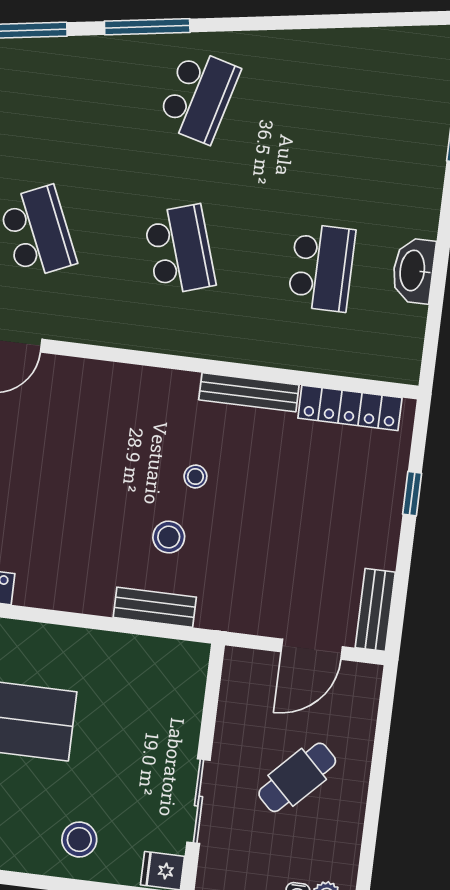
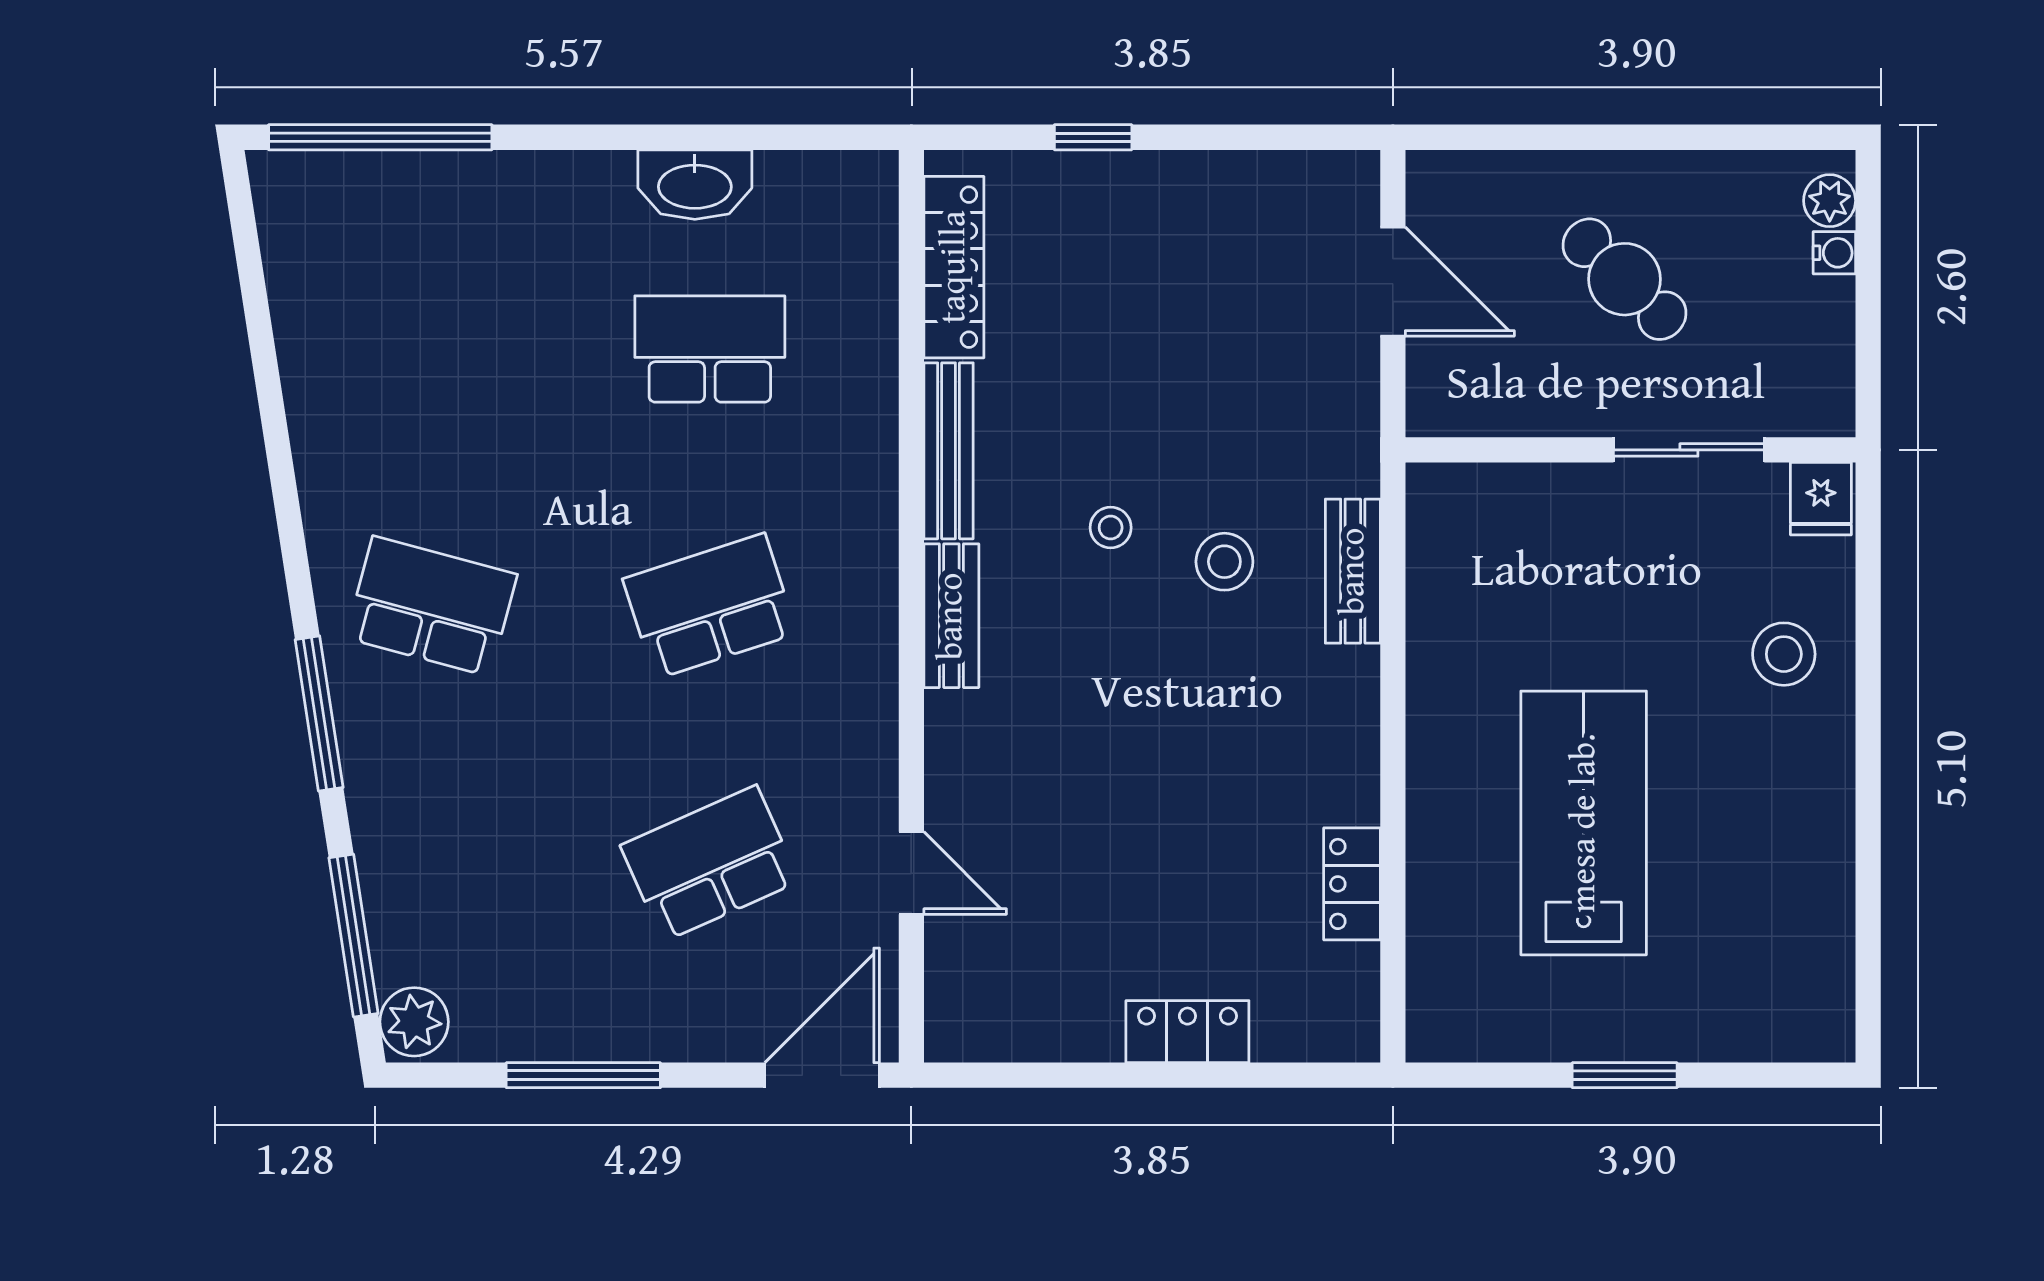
bench: (375, 610) -> (951, 616), moved, turned 90

